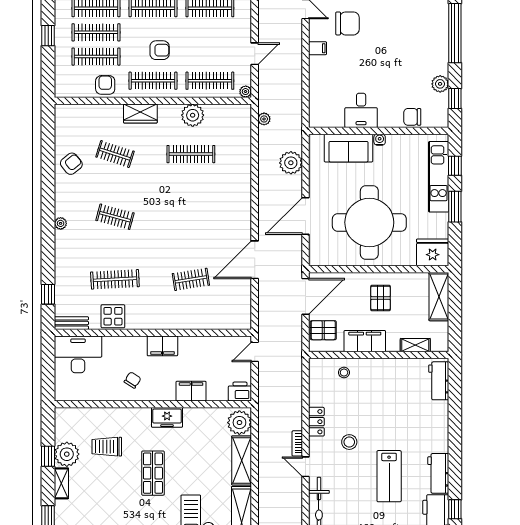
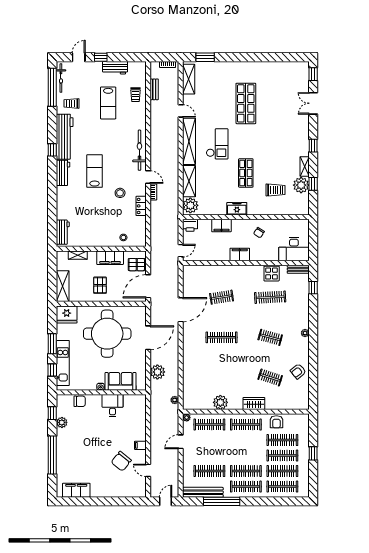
chair: (347, 23) -> (121, 461), turned -51
armchair: (160, 50) -> (242, 444), removed
clothes rail: (191, 154) -> (222, 337), moved

